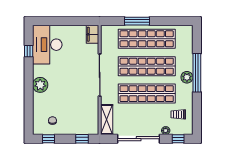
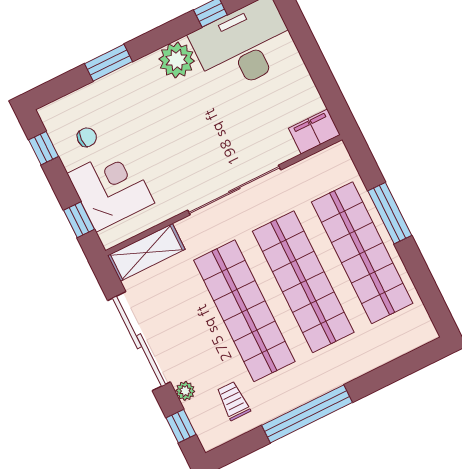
window: (197, 73) -> (307, 414), moved
plant: (187, 77) -> (322, 380), removed
plant: (40, 85) -> (177, 60), moved
window: (29, 99) -> (109, 63), added
corner desk: (76, 121) -> (111, 188), added

